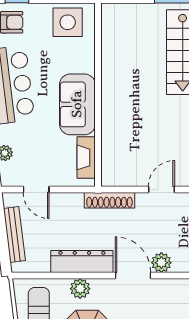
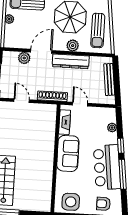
door: (36, 190) -> (80, 104), moved
door: (161, 190) -> (22, 101), swing flipped
door: (133, 276) -> (41, 51), swing flipped

